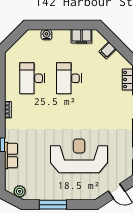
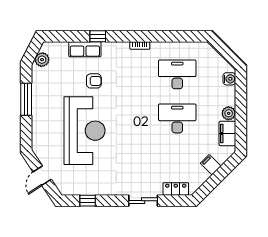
water cooler: (46, 35) -> (229, 79), moved
plant: (65, 35) -> (229, 113), added
armchair: (37, 148) -> (94, 81), added

